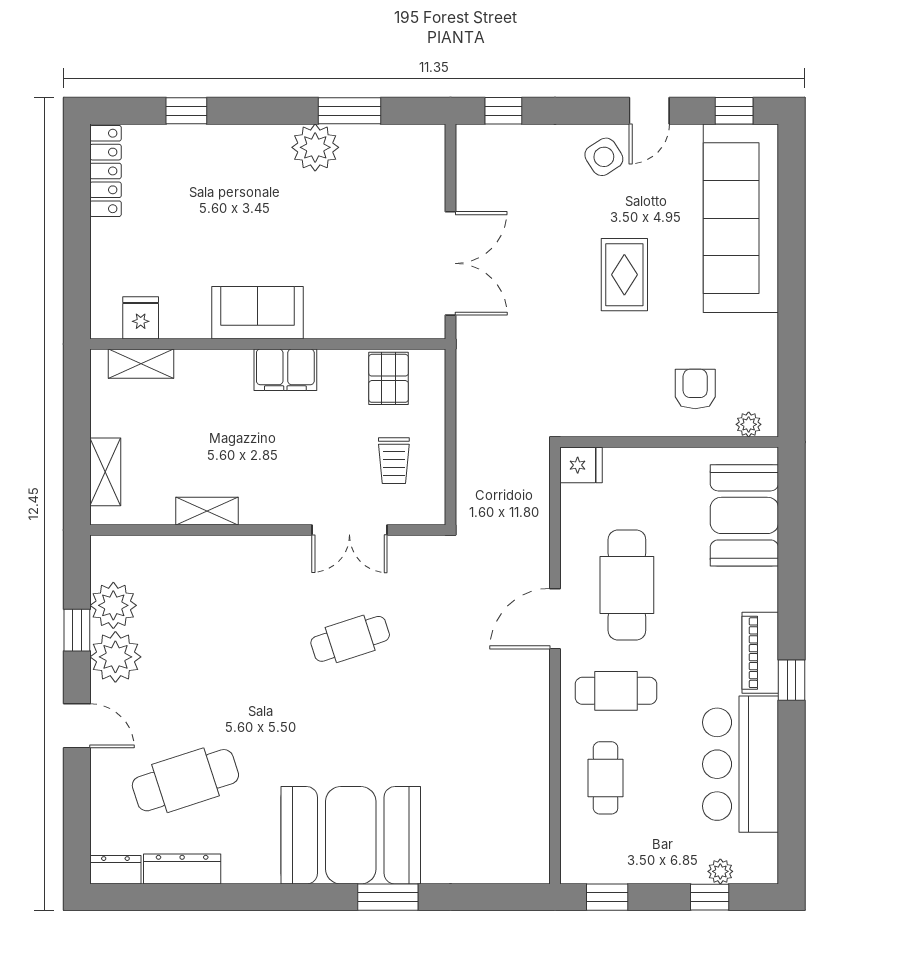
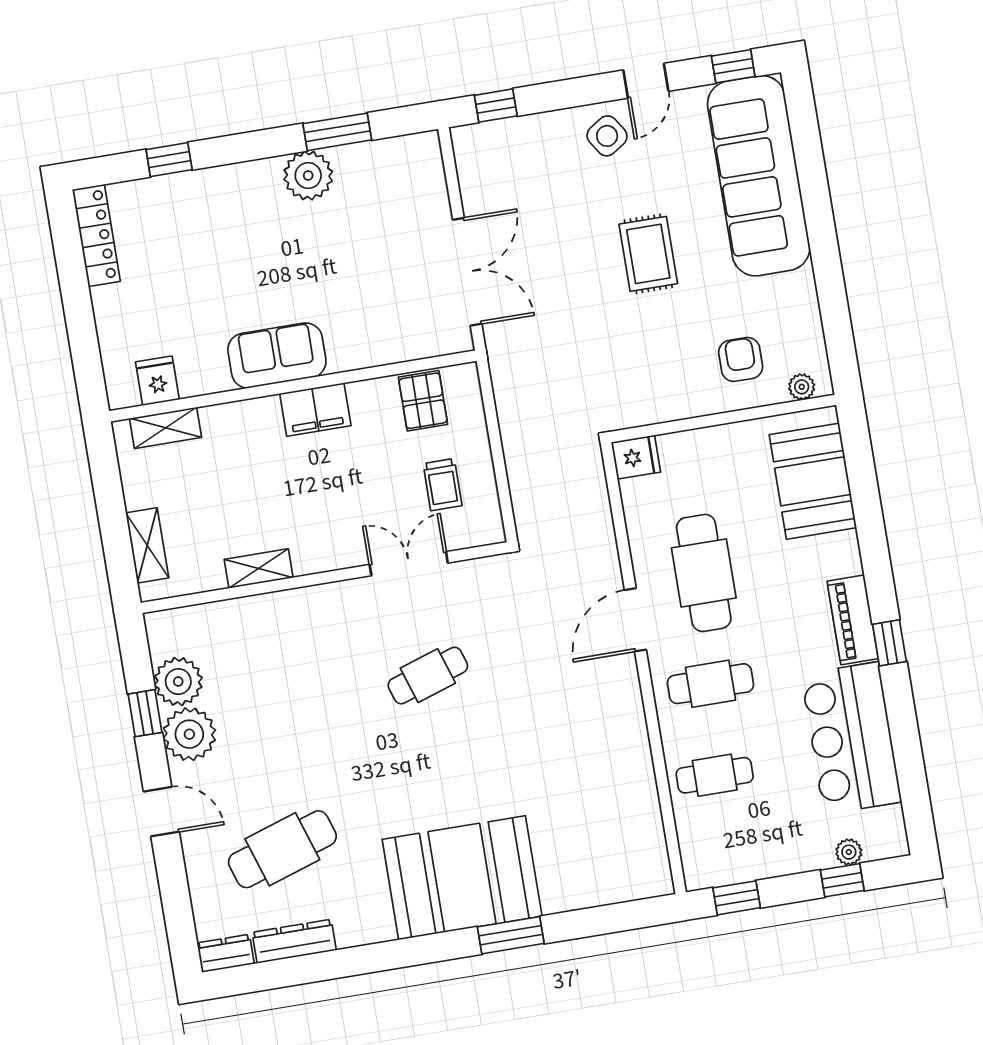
double door: (349, 530) -> (409, 564), swing flipped
cafe table: (606, 778) -> (715, 775), turned 90

